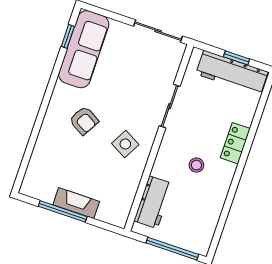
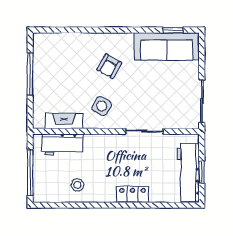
stool: (196, 165) -> (77, 185), moved
fireplace: (76, 203) -> (64, 121), moved, turned -90

